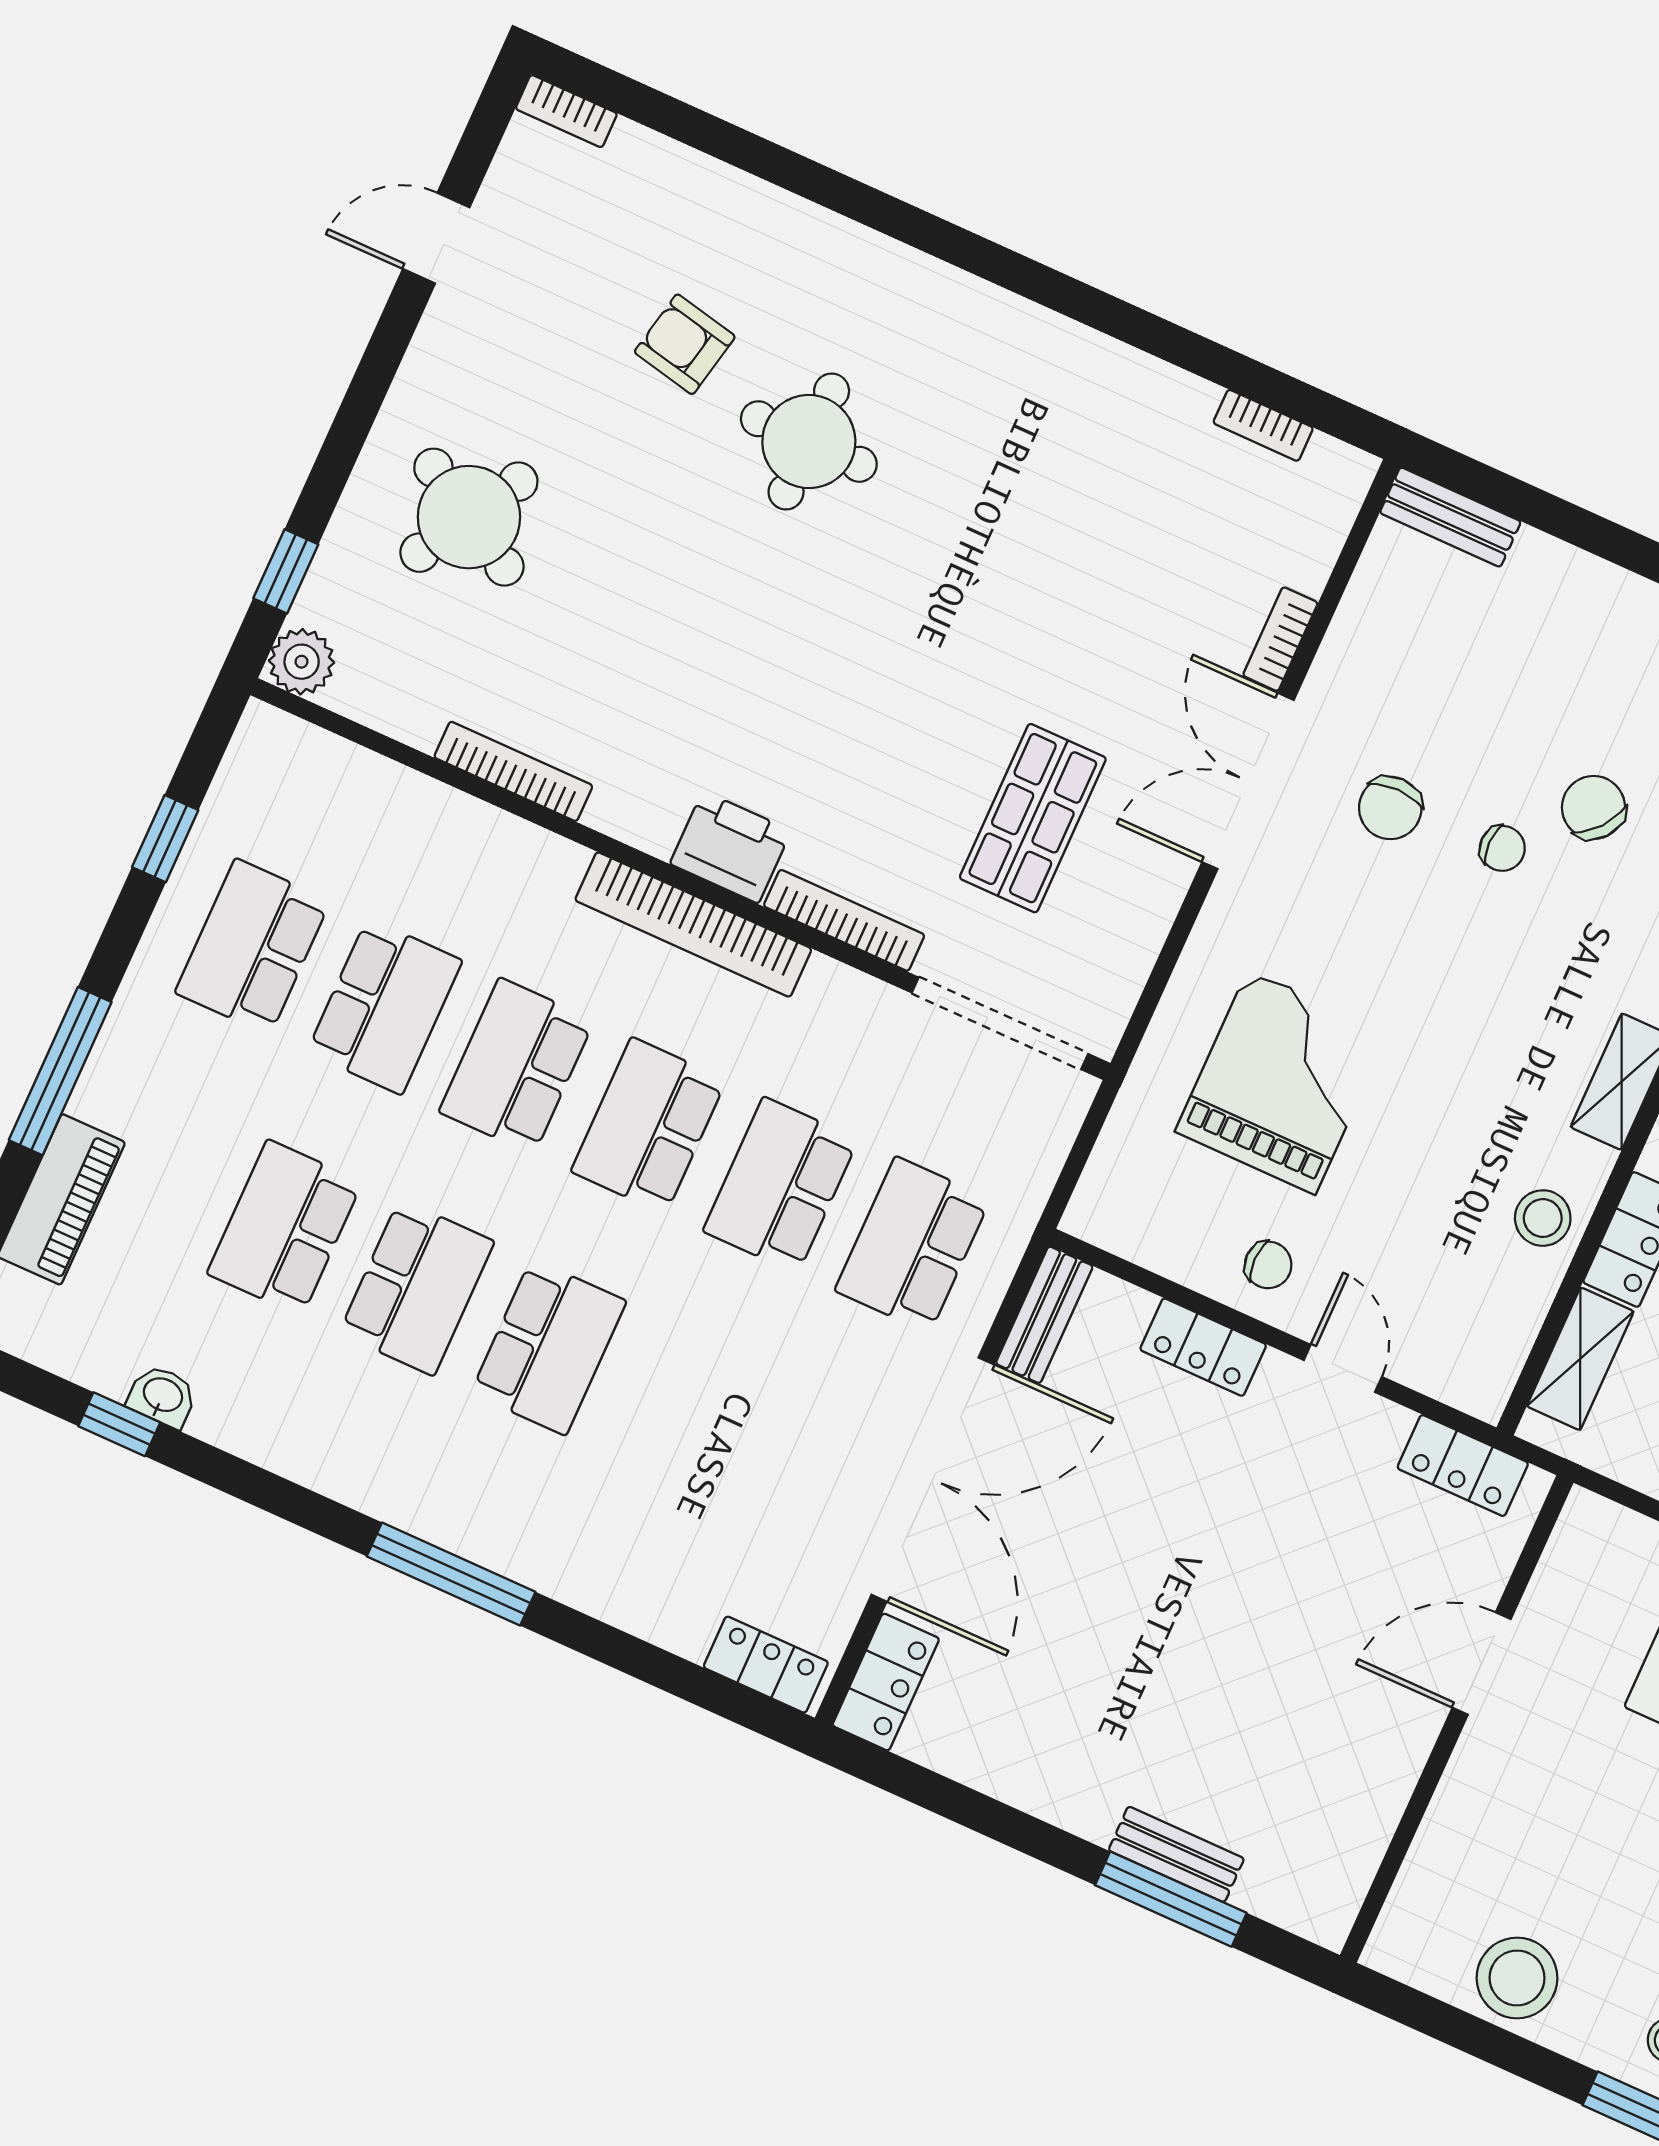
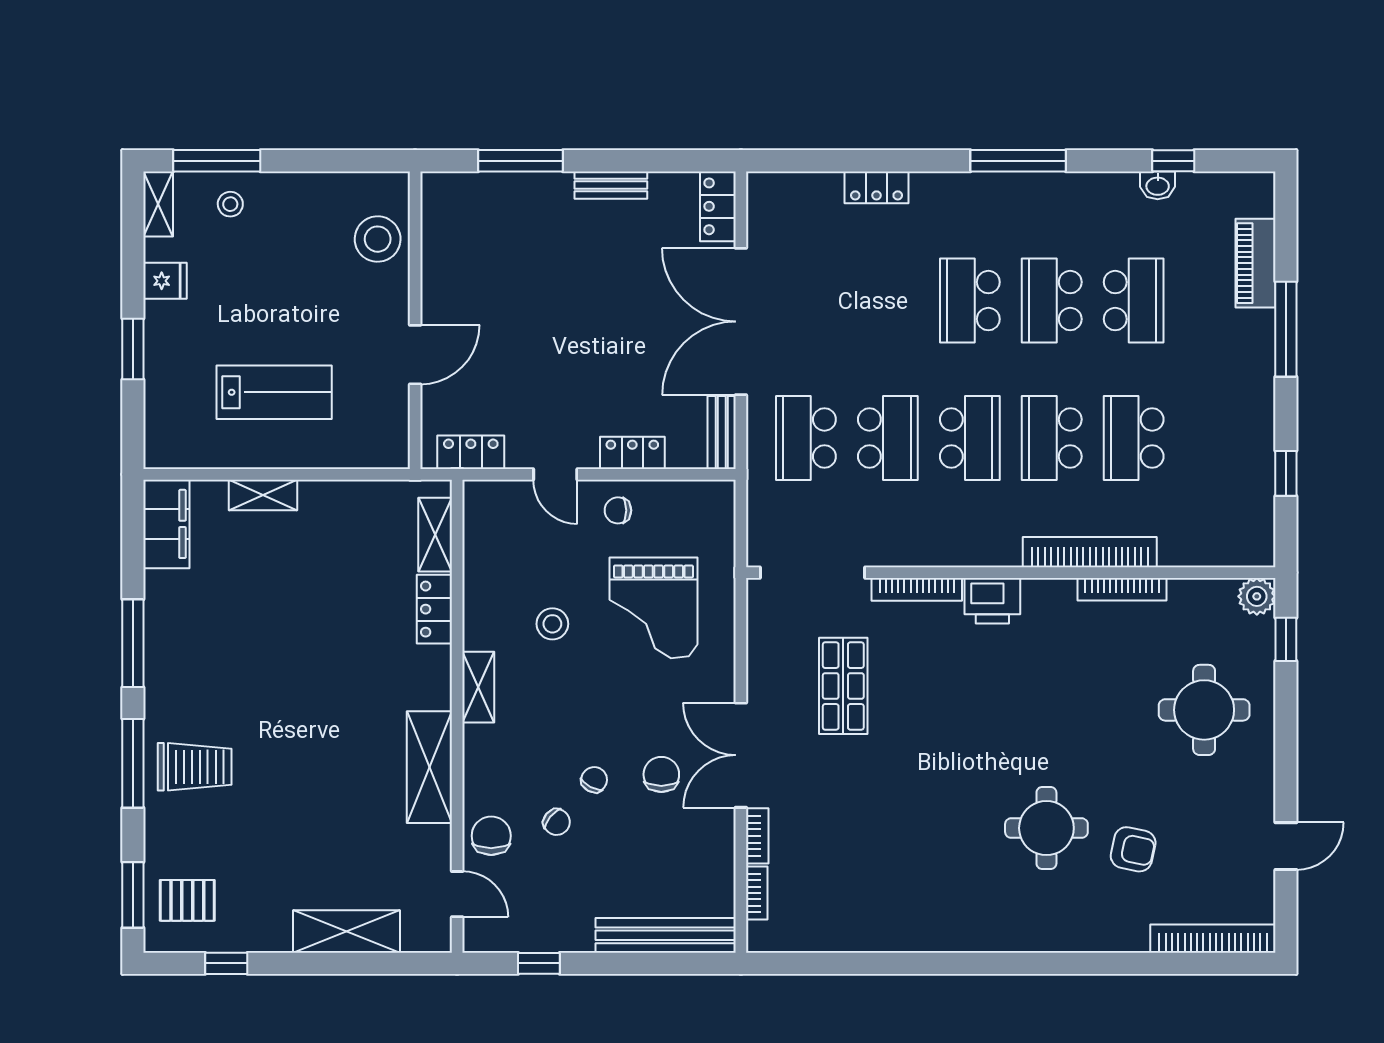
bookcase: (566, 111) -> (1213, 939), width x2.31, depth x1.31
bookcase: (1263, 425) -> (757, 893), moved, turned 90
round table: (469, 517) -> (1204, 710), turned -30
bench: (1450, 517) -> (666, 935), width x1.86, depth x1.21
double door: (1248, 781) -> (741, 755), swing flipped
chair: (1593, 807) -> (557, 822), width x0.73, depth x0.73
chair: (1502, 848) -> (594, 780), turned 118
bookcase: (693, 925) -> (1090, 552), moved
school desk: (253, 947) -> (1216, 438), removed
school desk: (517, 1066) -> (1052, 438), turned 180
stool: (1543, 1218) -> (552, 624), moved
school desk: (913, 1245) -> (806, 438), turned 180
window: (451, 1574) -> (1018, 161), moved
locker: (766, 1665) -> (876, 187), moved
bench: (1176, 1854) -> (611, 185), moved
stool: (1517, 1978) -> (378, 239), moved

